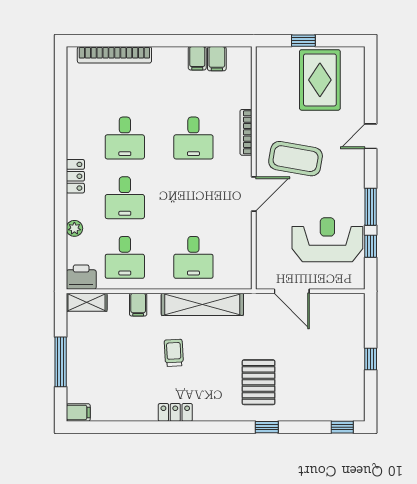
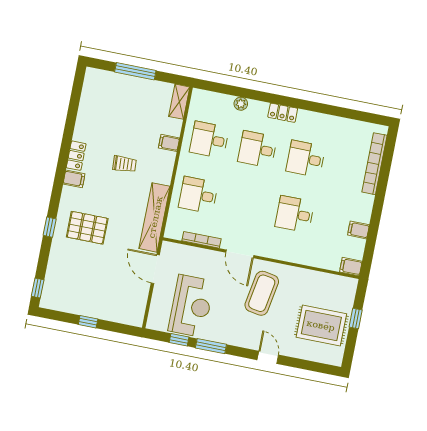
filing cabinet: (217, 59) -> (351, 267), moved
bookcase: (246, 132) -> (202, 240), moved
printer: (81, 277) -> (200, 101), removed
door: (292, 291) -> (155, 269), hinge flipped
shelving: (202, 304) -> (155, 217), moved
filing cabinet: (78, 412) -> (74, 179), moved, turned -90

